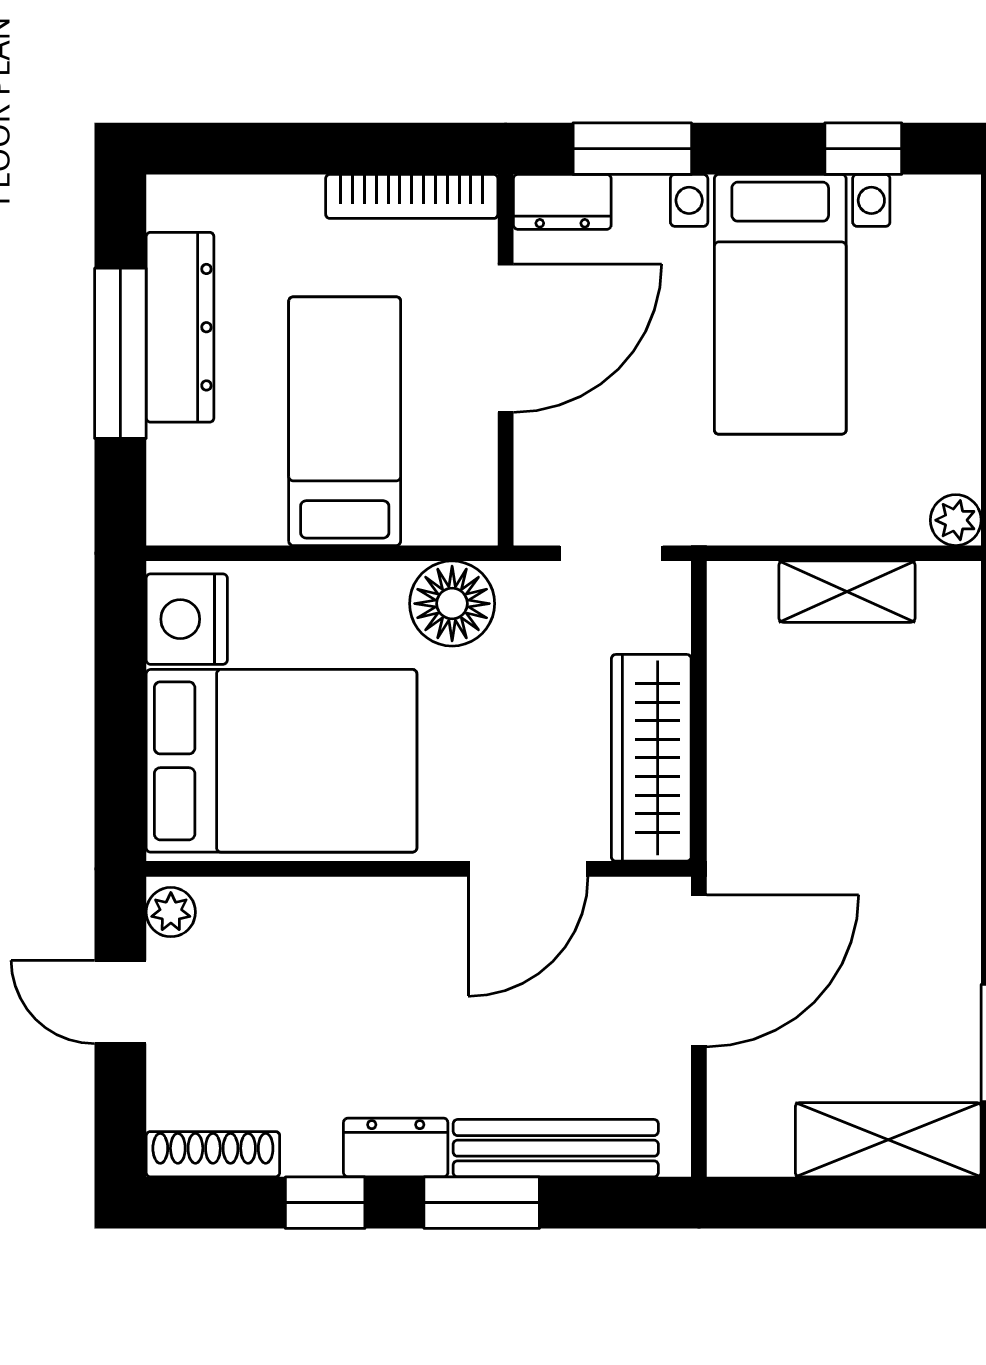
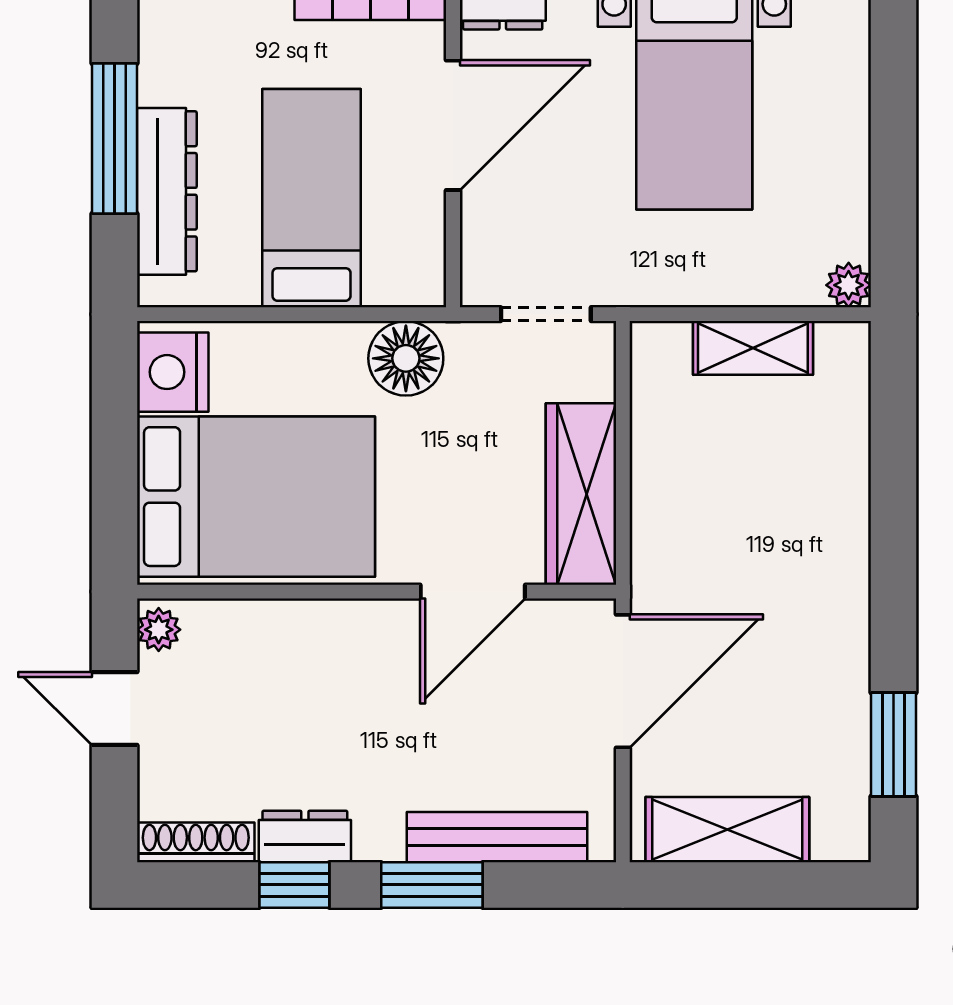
dresser: (180, 327) -> (167, 191), moved
shelving: (888, 1140) -> (727, 830), moved
dresser: (396, 1148) -> (305, 836), moved

